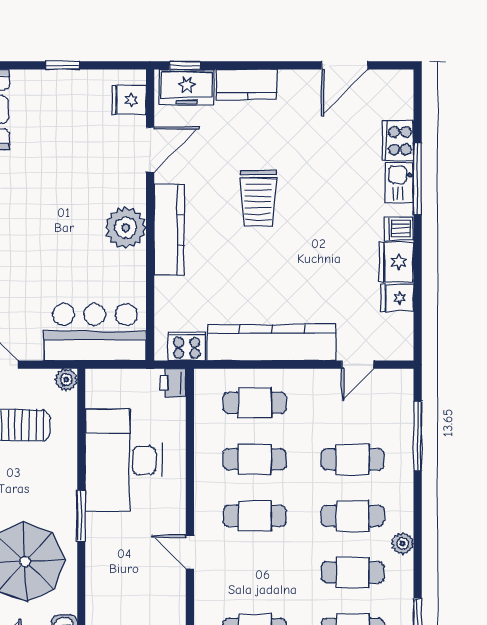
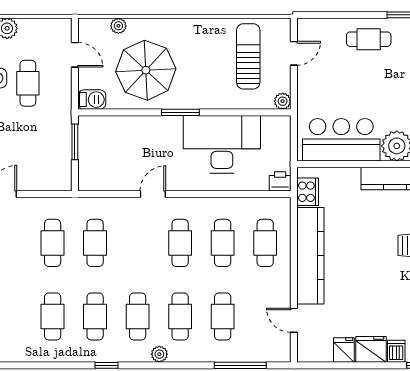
bar counter: (95, 332) -> (341, 140), moved, turned -90

